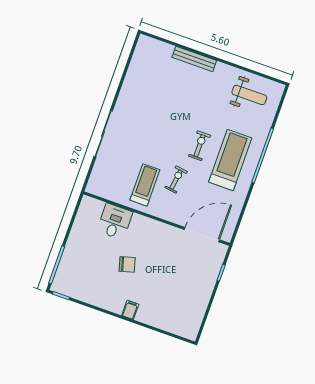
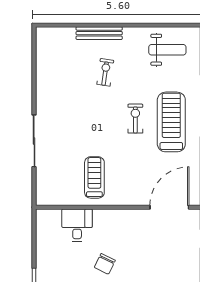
exercise bike: (176, 180) -> (105, 72), moved
chair: (127, 264) -> (105, 264), turned 132

